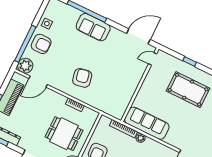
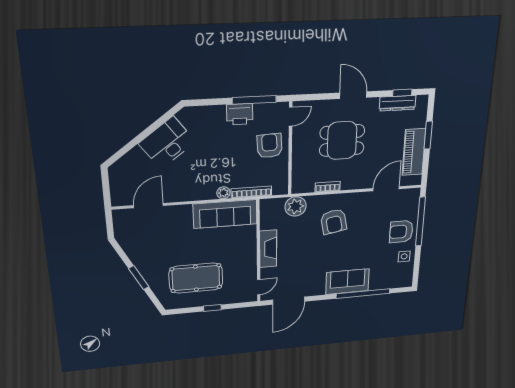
plant: (25, 66) -> (296, 206), moved
fireplace: (133, 83) -> (268, 249), added
dining table: (64, 134) -> (342, 140), moved

